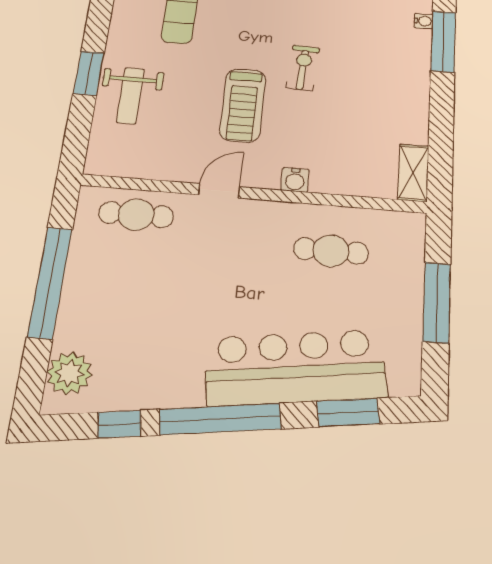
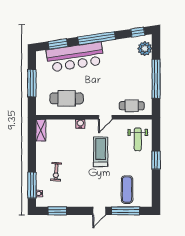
exercise bike: (303, 68) -> (56, 172), moved
weight bench: (130, 96) -> (138, 139), moved, turned 180
cafe table: (331, 251) -> (67, 98), width x1.37, depth x1.35
window: (119, 424) -> (138, 32), moved

